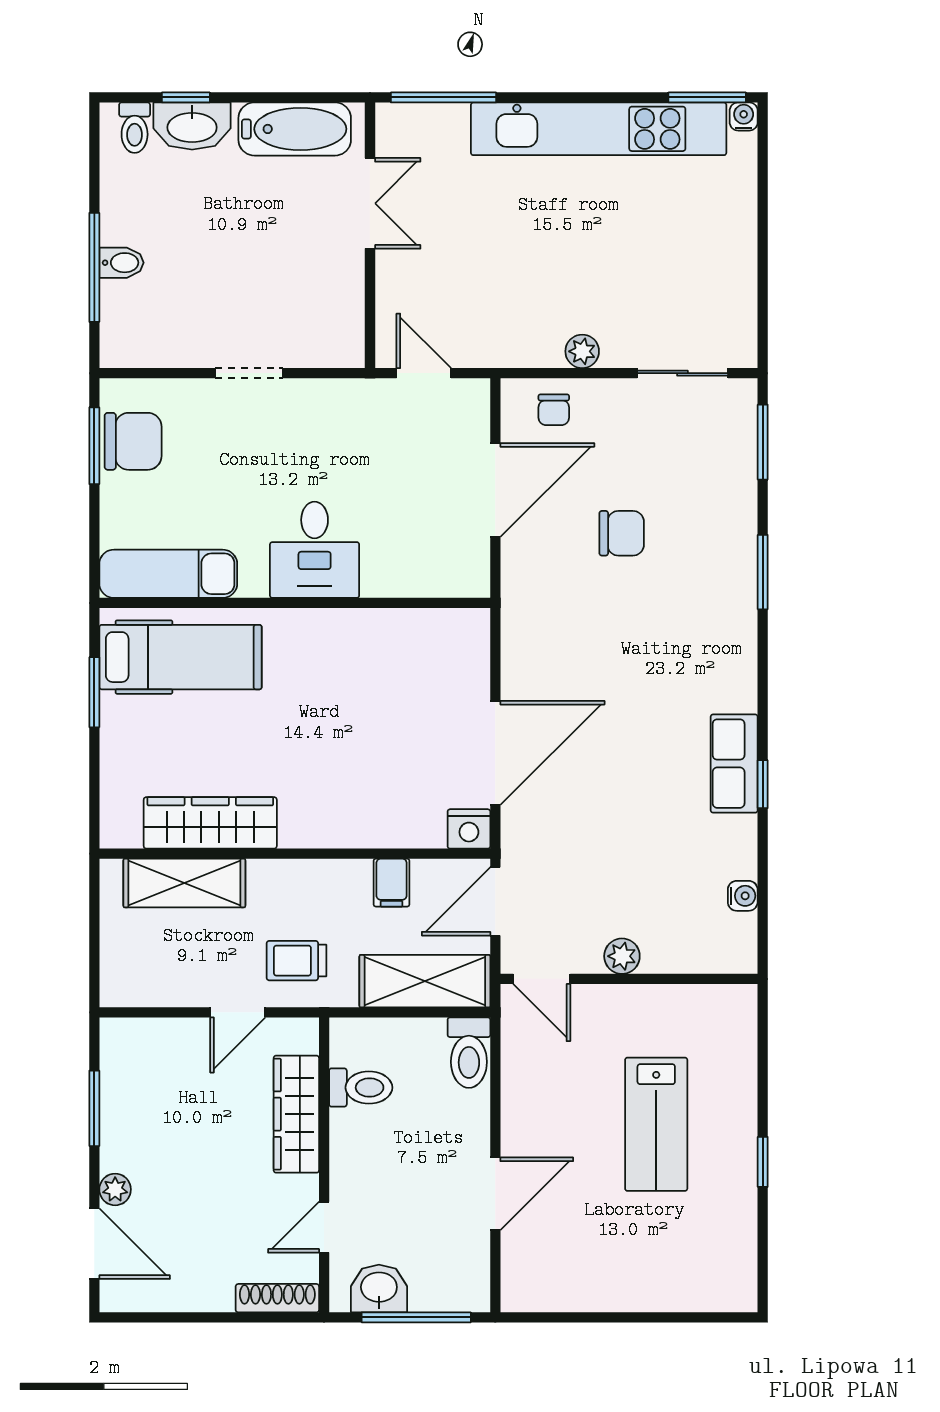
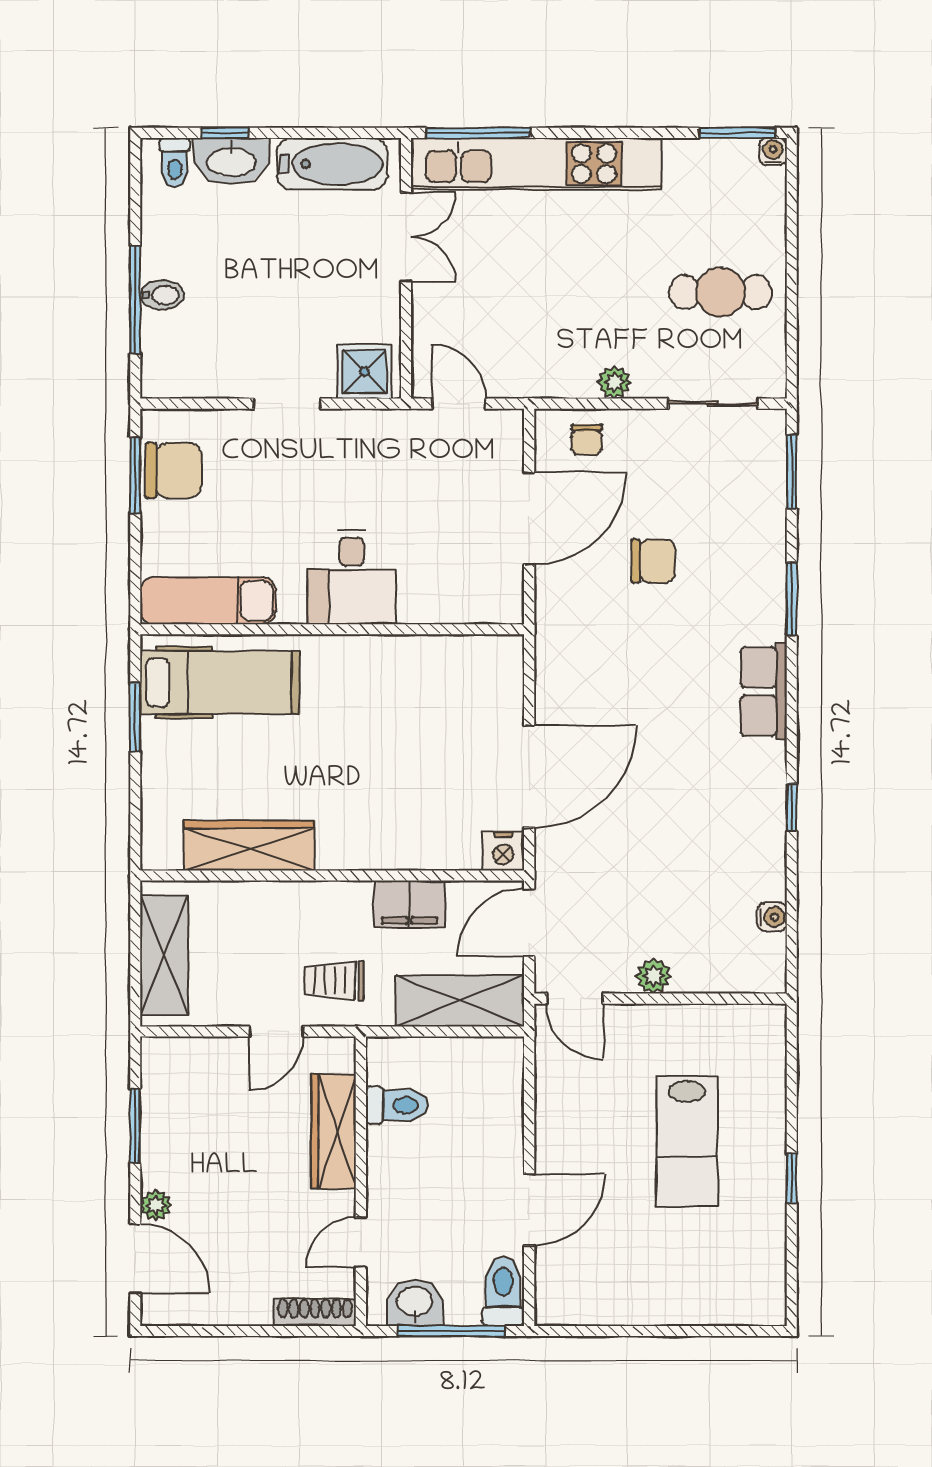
kitchen unit: (599, 129) -> (536, 164), moved
cafe table: (690, 260) -> (720, 292), added
shower: (328, 341) -> (364, 372), added
row of seats: (734, 764) -> (764, 691), moved
shelving: (184, 883) -> (164, 955), moved, turned 90
filing cabinet: (392, 883) -> (409, 904), width x2.00
toilet: (469, 1053) -> (503, 1291), moved, turned 180

